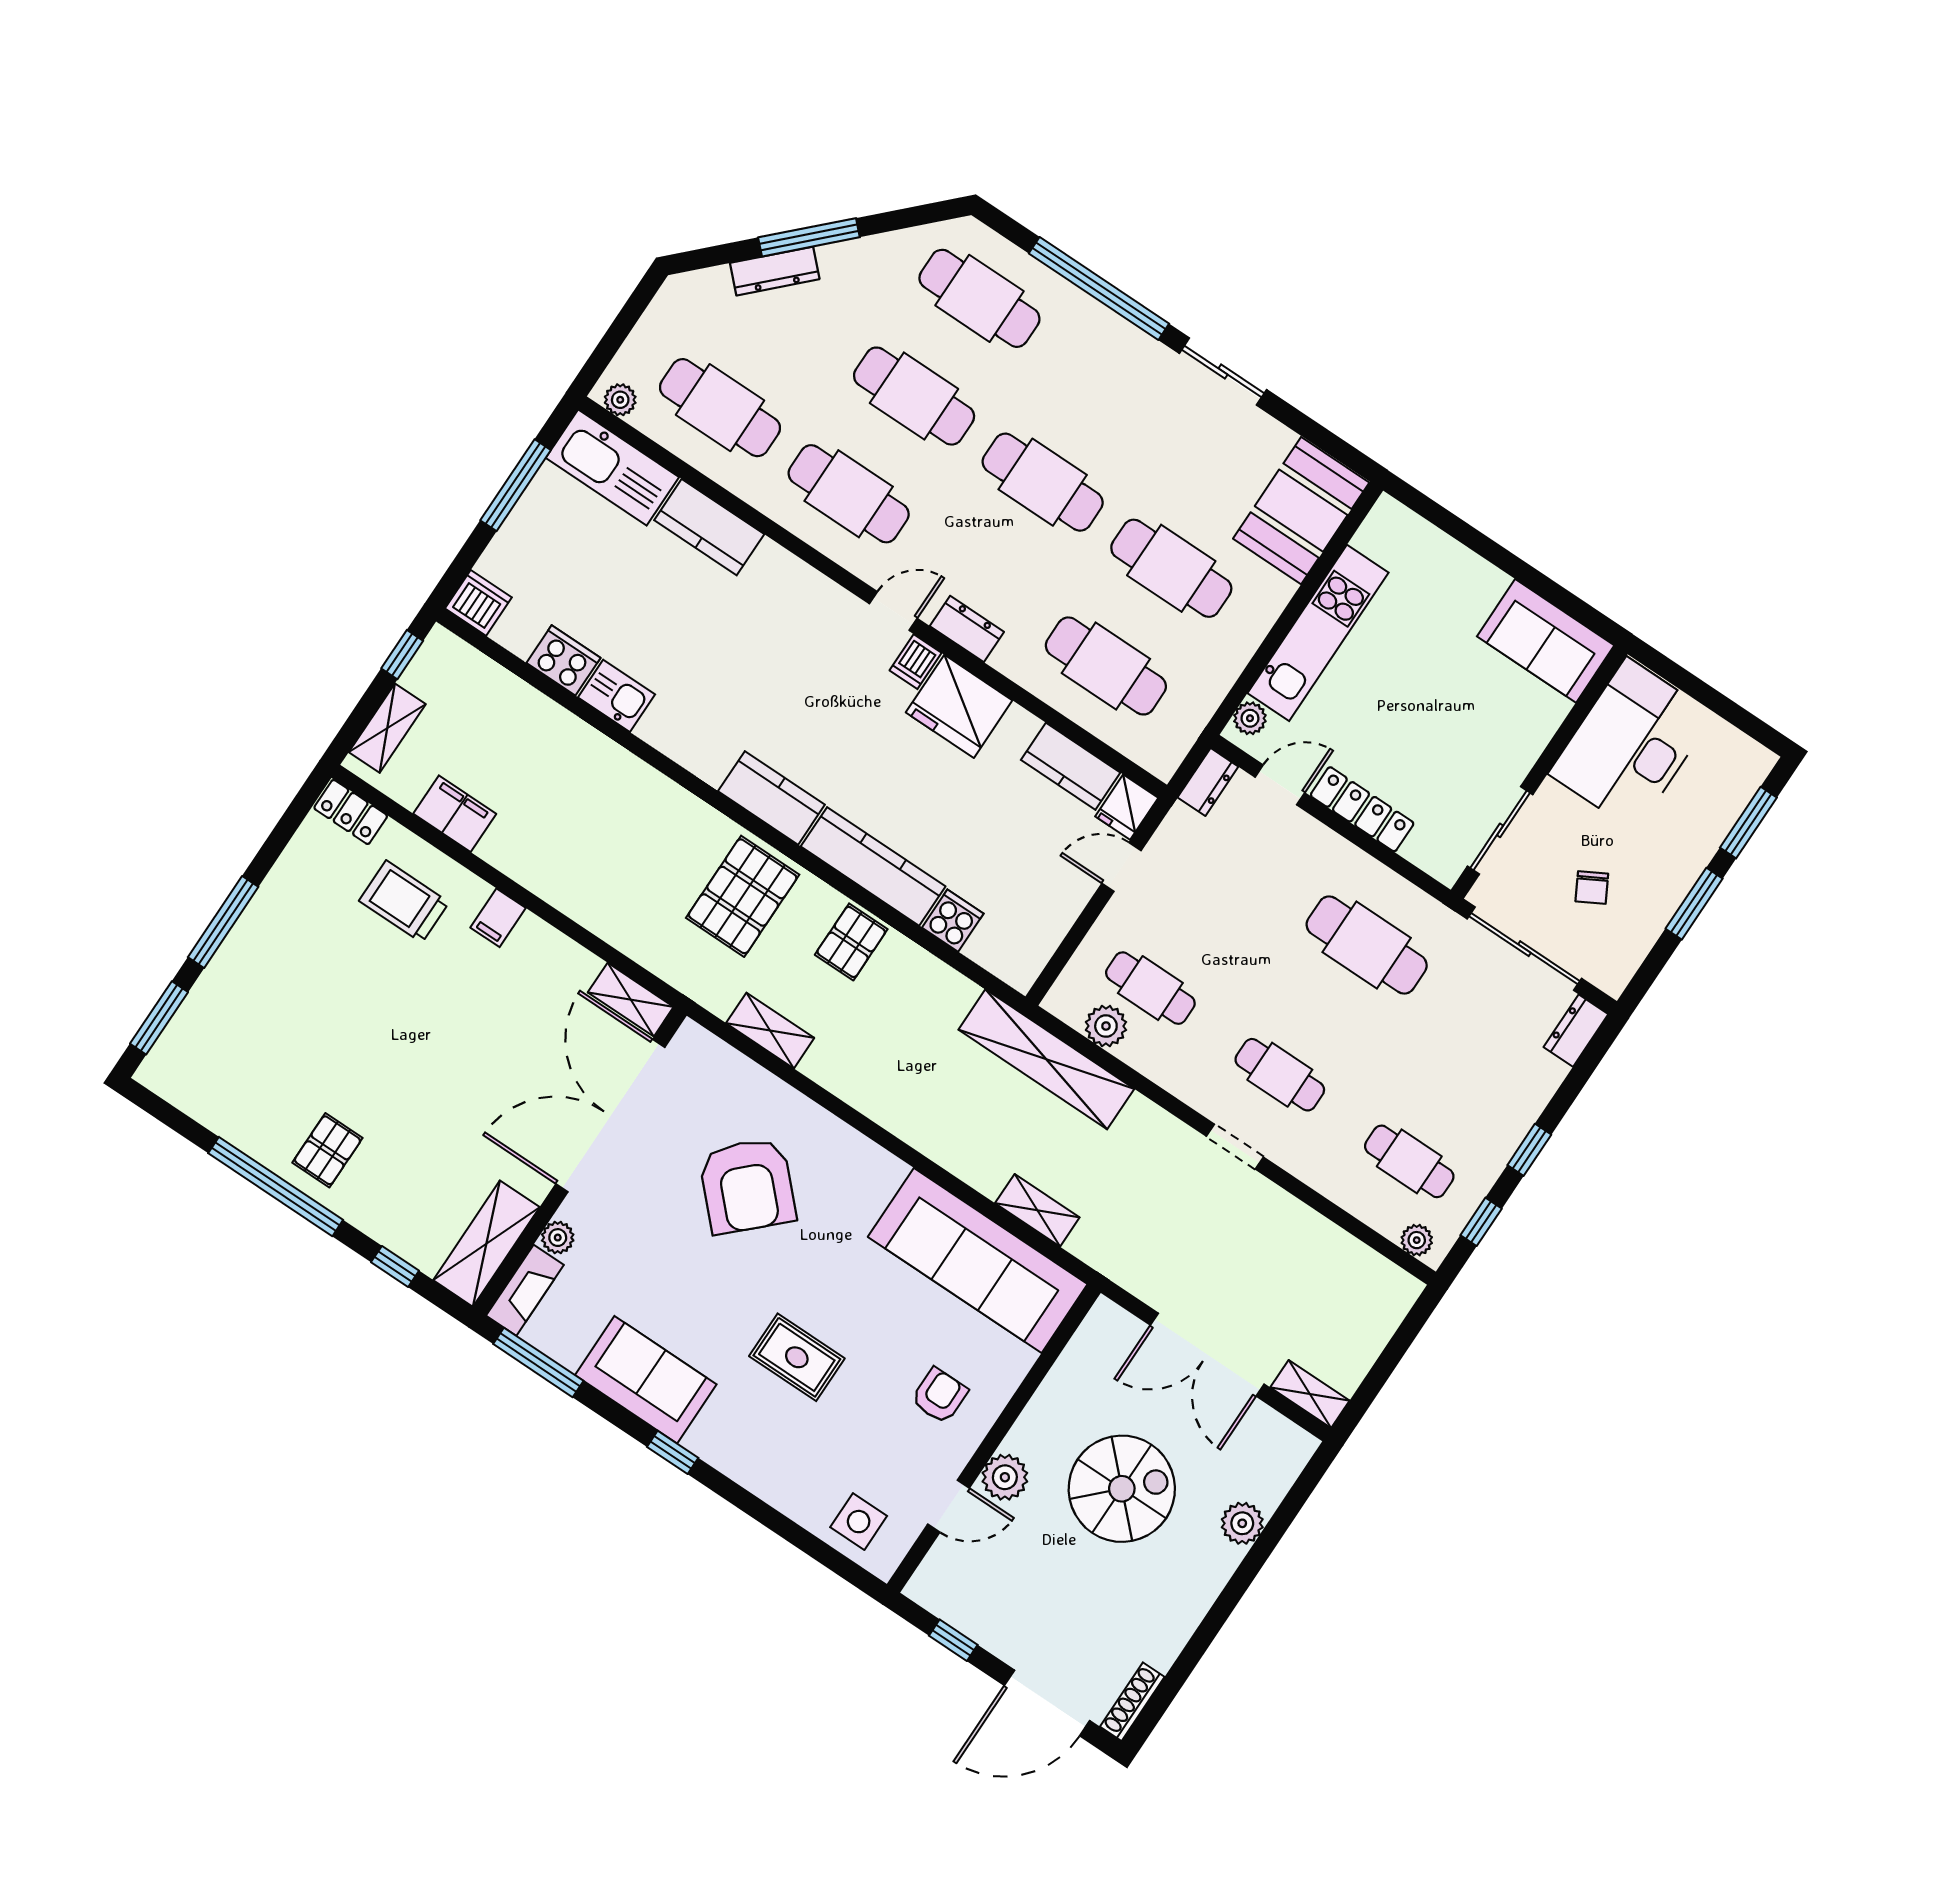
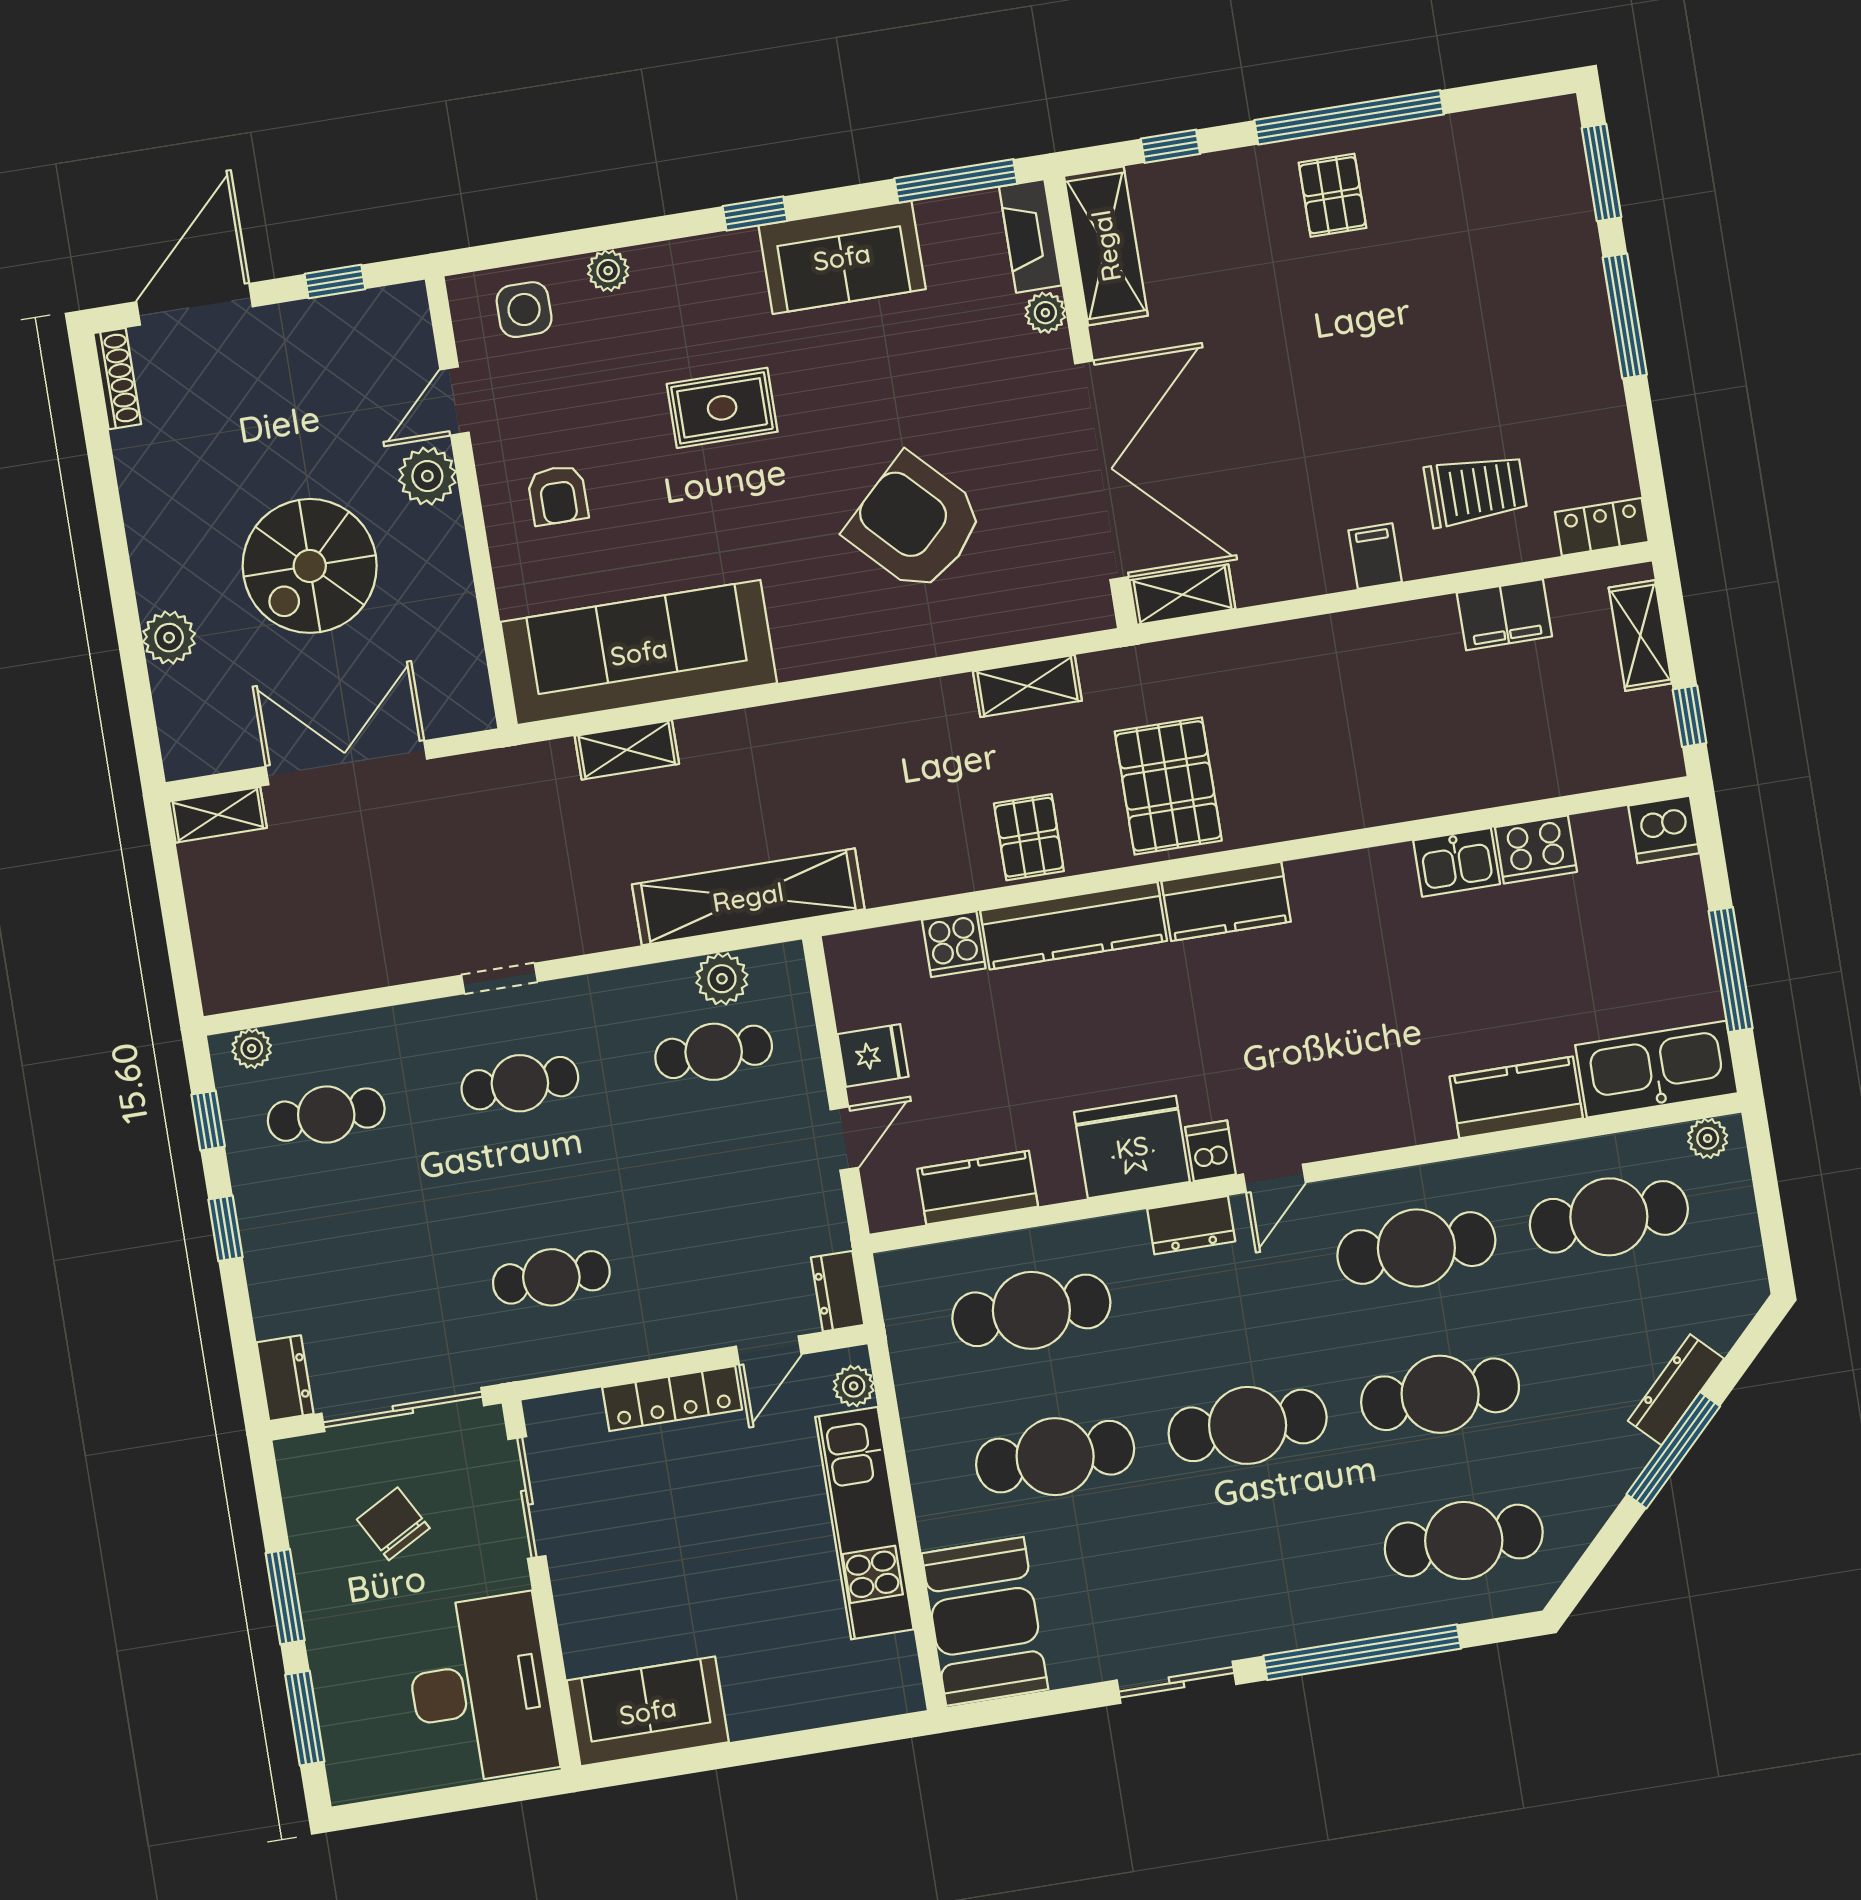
fridge: (1127, 807) -> (873, 1055), moved, turned 90
chair: (1592, 887) -> (393, 1524), width x1.37, depth x1.37
cafe table: (1367, 945) -> (551, 1277), width x0.73, depth x0.74
plant: (789, 1499) -> (608, 271), added

